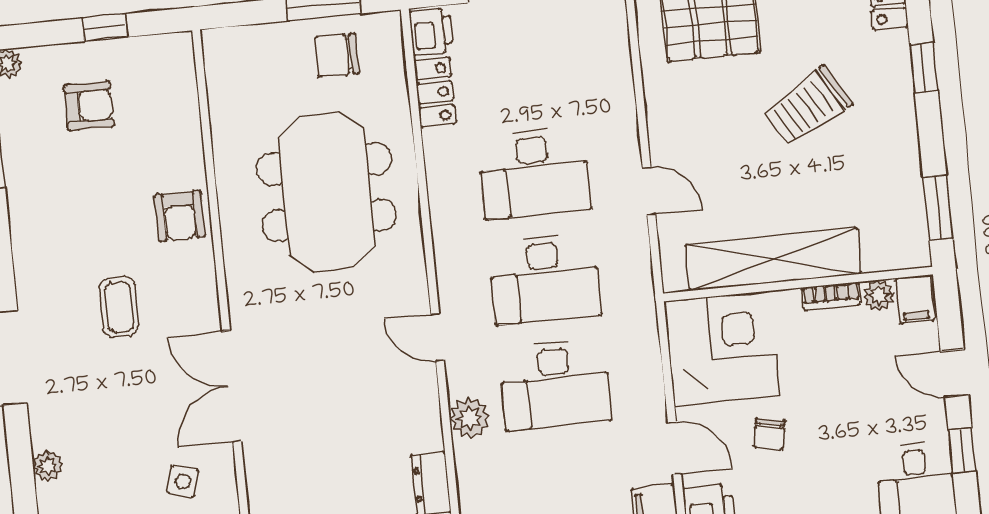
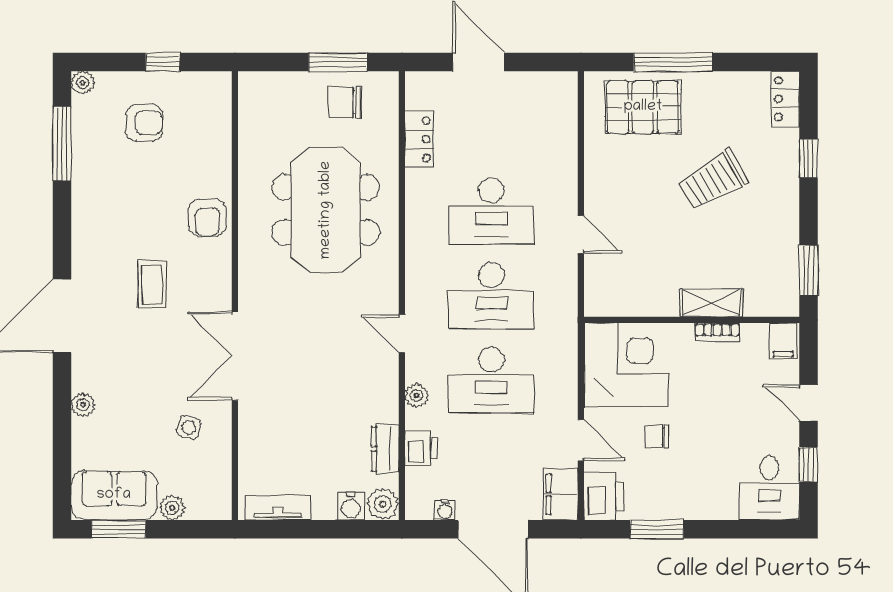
printer: (431, 31) -> (421, 448), moved
shelving: (773, 259) -> (711, 303), width x0.45, depth x0.75
plant: (879, 295) -> (754, 335), removed
plant: (470, 418) -> (417, 395), width x0.73, depth x0.73
chair: (769, 434) -> (657, 436), turned 79

